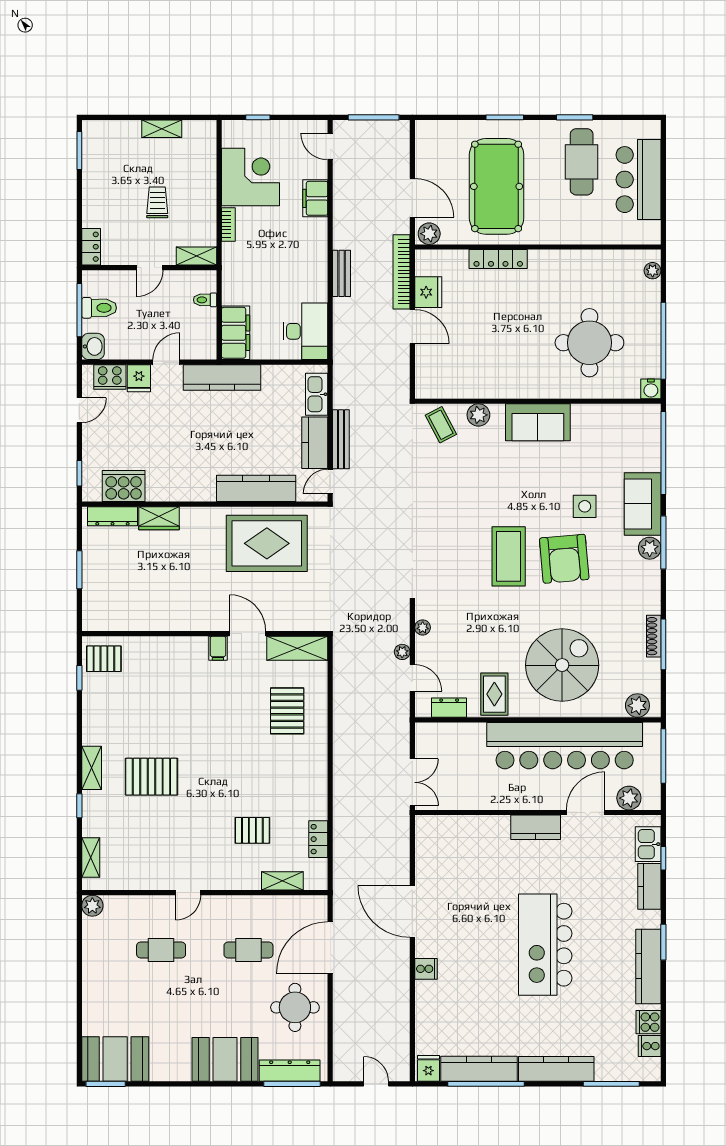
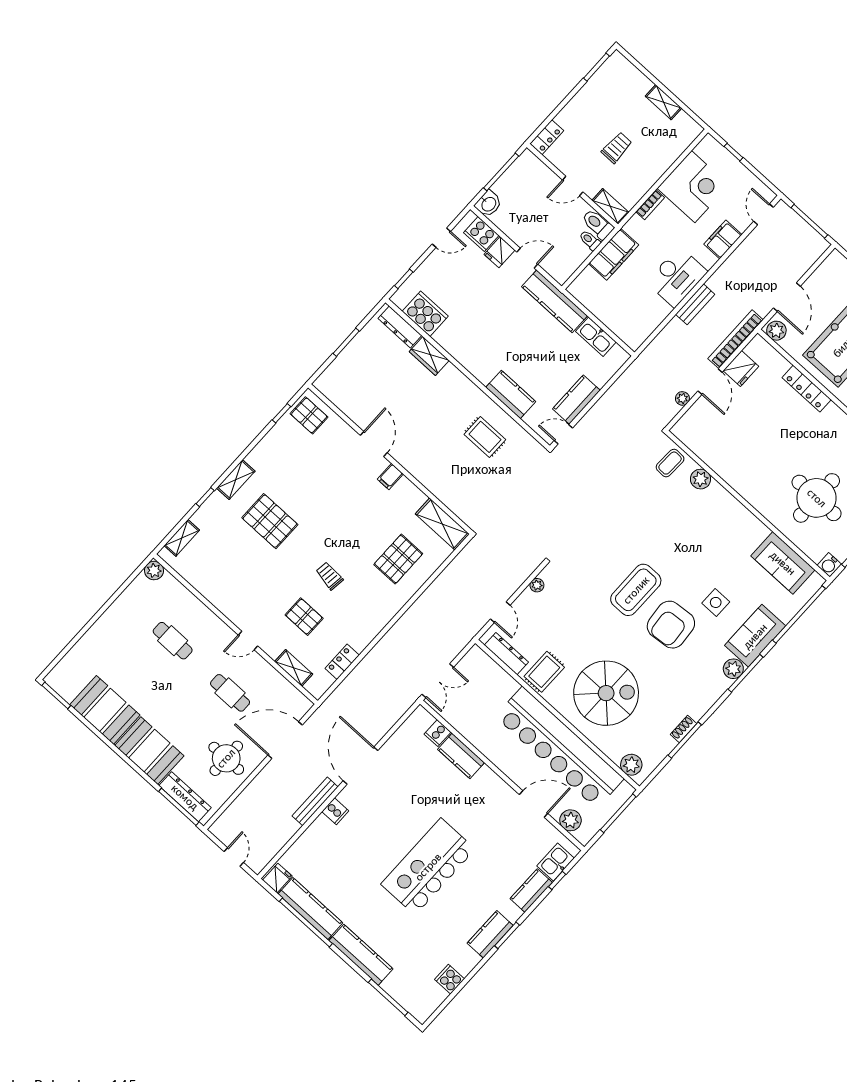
toilet: (99, 308) -> (598, 224), moved, turned 180
desk: (305, 331) -> (677, 277), moved
filing cabinet: (236, 333) -> (614, 254), moved
kitchen sink: (317, 394) -> (596, 337), moved, turned -90
sofa: (538, 422) -> (783, 563), moved
coffee table: (441, 425) -> (670, 463), turned 30
bench: (341, 439) -> (315, 801), moved
kitchen counter: (256, 488) -> (511, 394), width x0.67
rug: (267, 543) -> (485, 437), width x0.54, depth x0.49
door: (248, 634) -> (374, 444), moved
shoe rack: (654, 636) -> (683, 729), width x0.70
plant: (402, 652) -> (682, 398), moved
dresser: (449, 708) -> (506, 654), width x1.44
trolley: (243, 777) -> (329, 576), added
kitchen counter: (536, 827) -> (461, 756), moved
door: (188, 893) -> (248, 640), moved
kitchen counter: (648, 966) -> (490, 934), width x0.67
cooker: (650, 1046) -> (438, 733), moved, turned -90
booth: (115, 1059) -> (105, 710), moved

